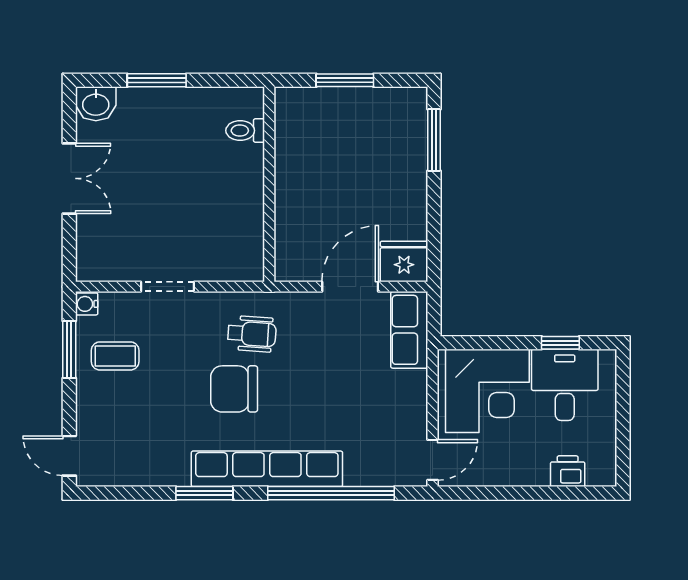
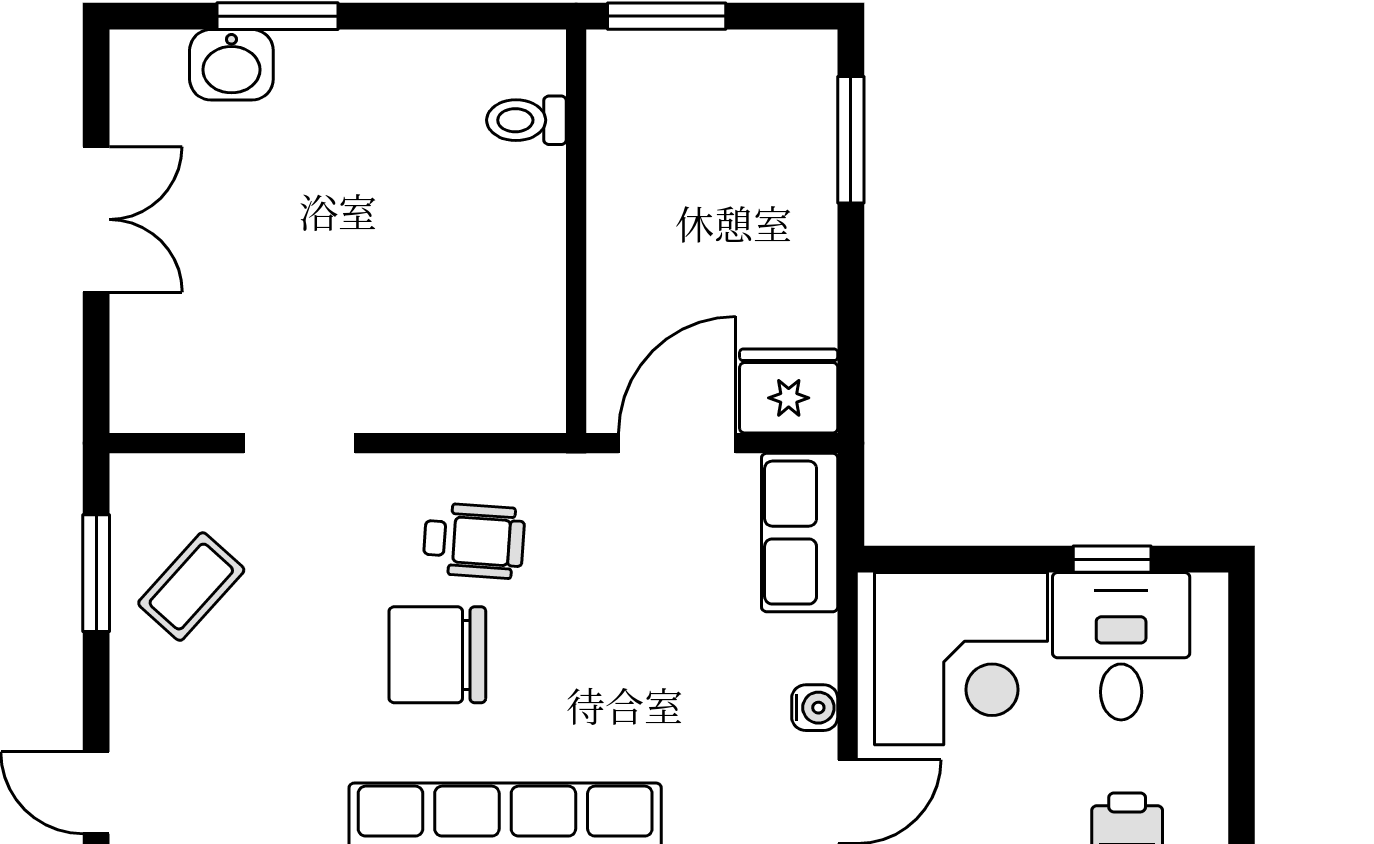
washbasin: (96, 104) -> (231, 65), moved
toilet: (245, 131) -> (526, 120), moved
wall: (269, 184) -> (576, 231), moved
water cooler: (87, 304) -> (815, 708), moved, turned 180
coffee table: (115, 356) -> (191, 587), turned -48

